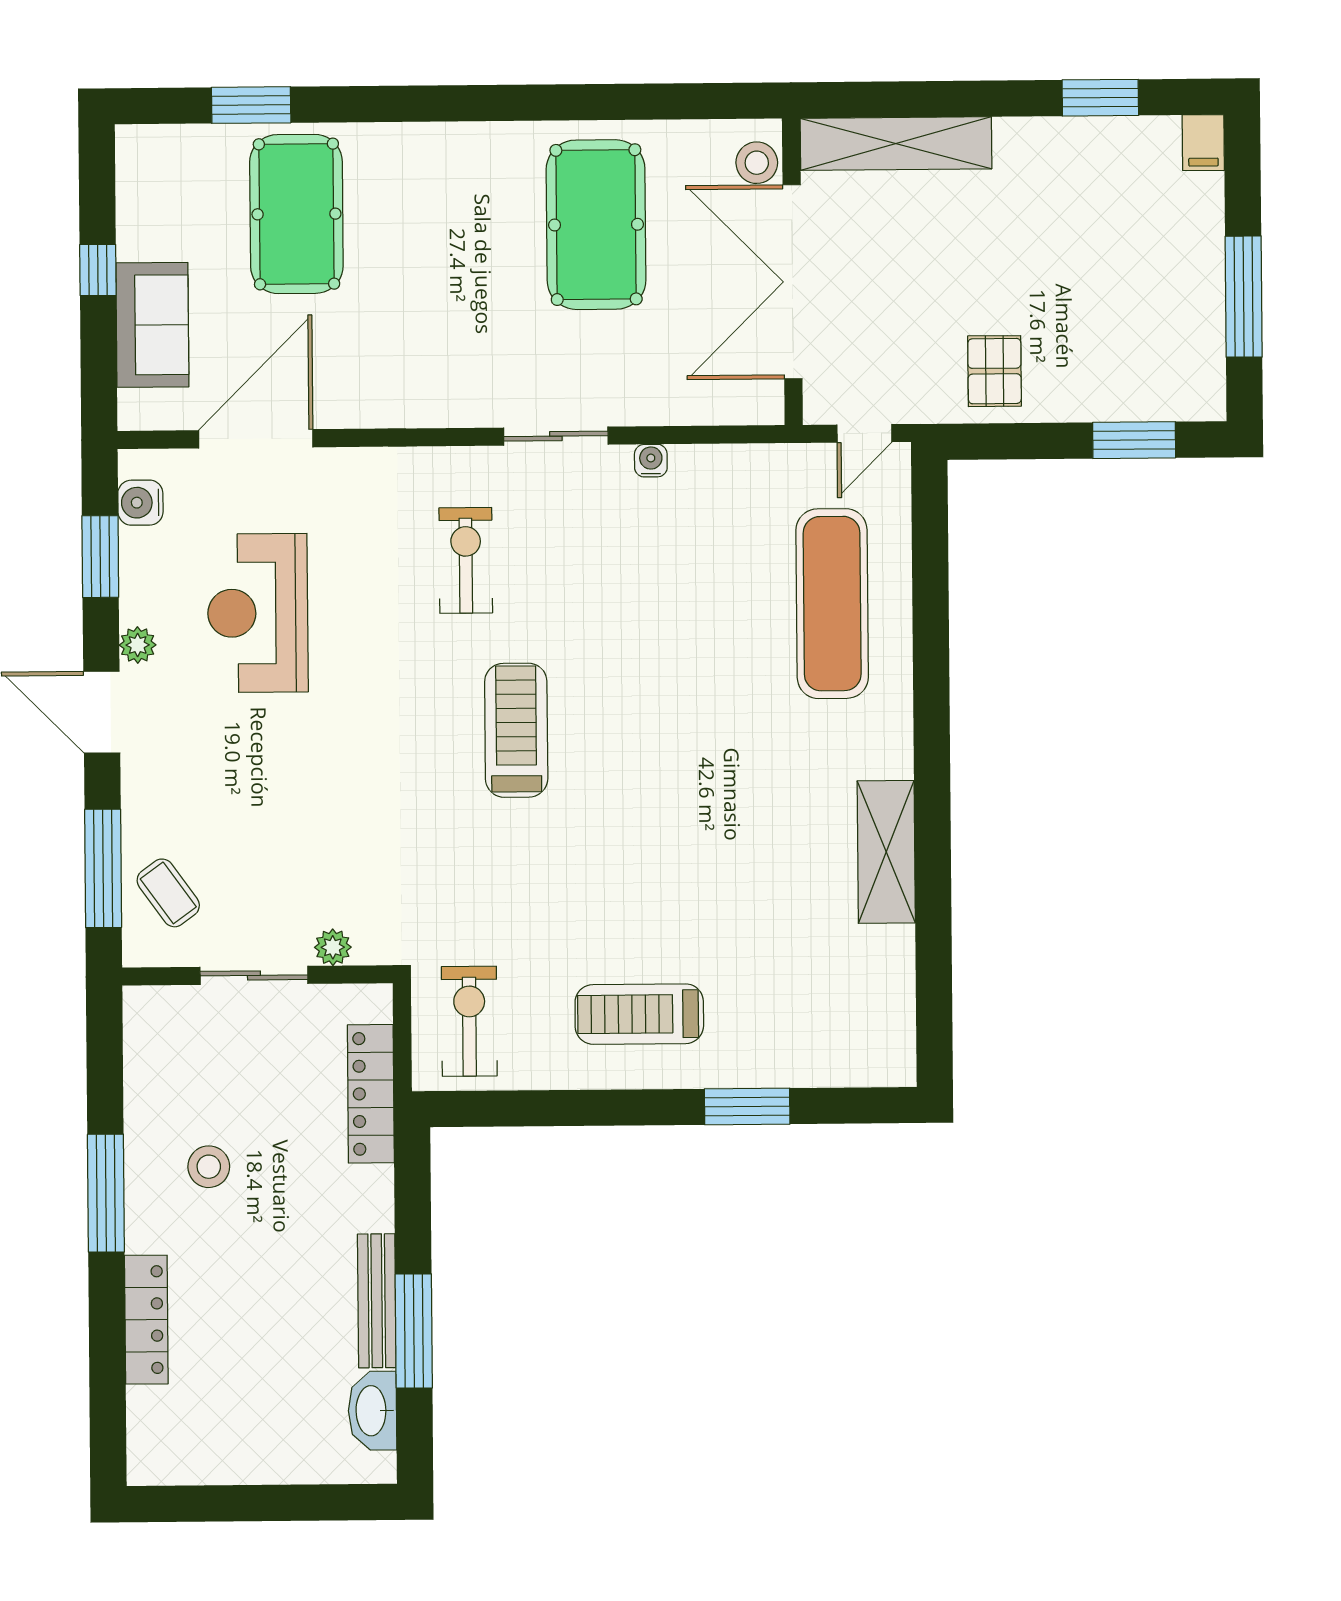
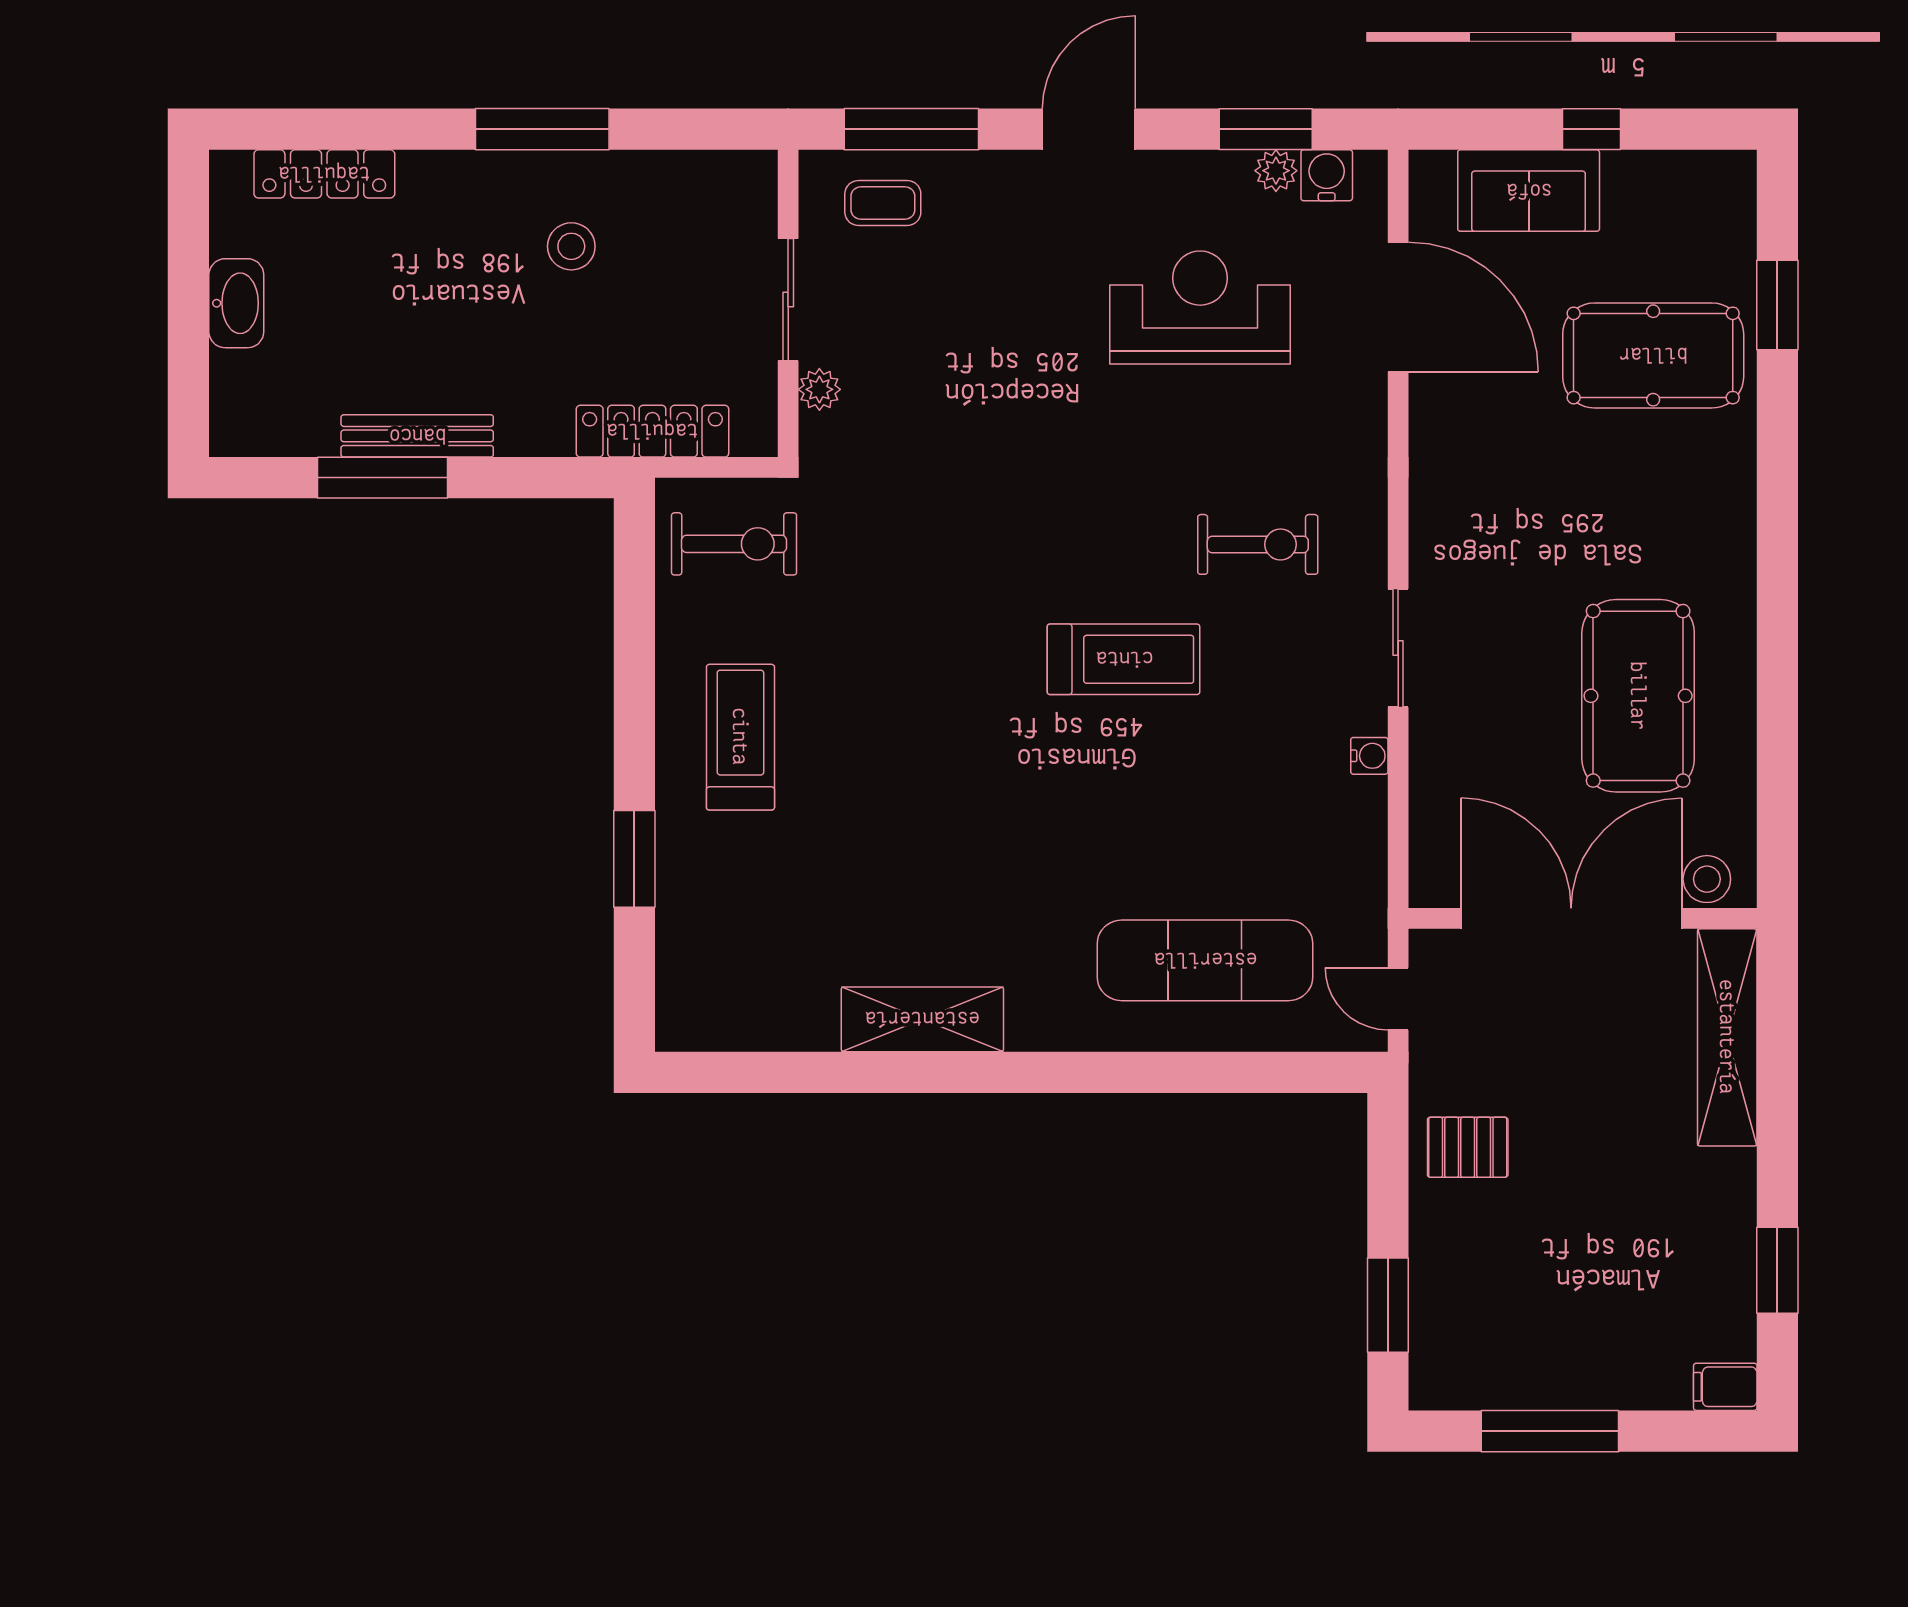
pool table: (596, 225) -> (1638, 696), turned 90
plant: (138, 645) -> (1276, 171), moved
treadmill: (516, 730) -> (1124, 659), moved
coffee table: (168, 893) -> (883, 203), turned 36
locker: (146, 1320) -> (324, 174), moved
washbasin: (372, 1411) -> (236, 303), moved, turned 90

